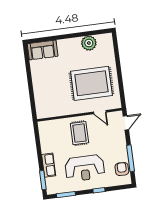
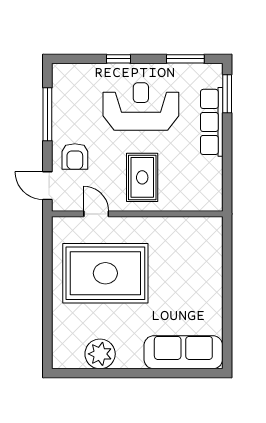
sofa: (43, 50) -> (183, 352), width x1.36
door: (126, 123) -> (47, 186), hinge flipped
row of seats: (49, 165) -> (212, 122), width x1.48
armchair: (122, 169) -> (75, 157), moved

